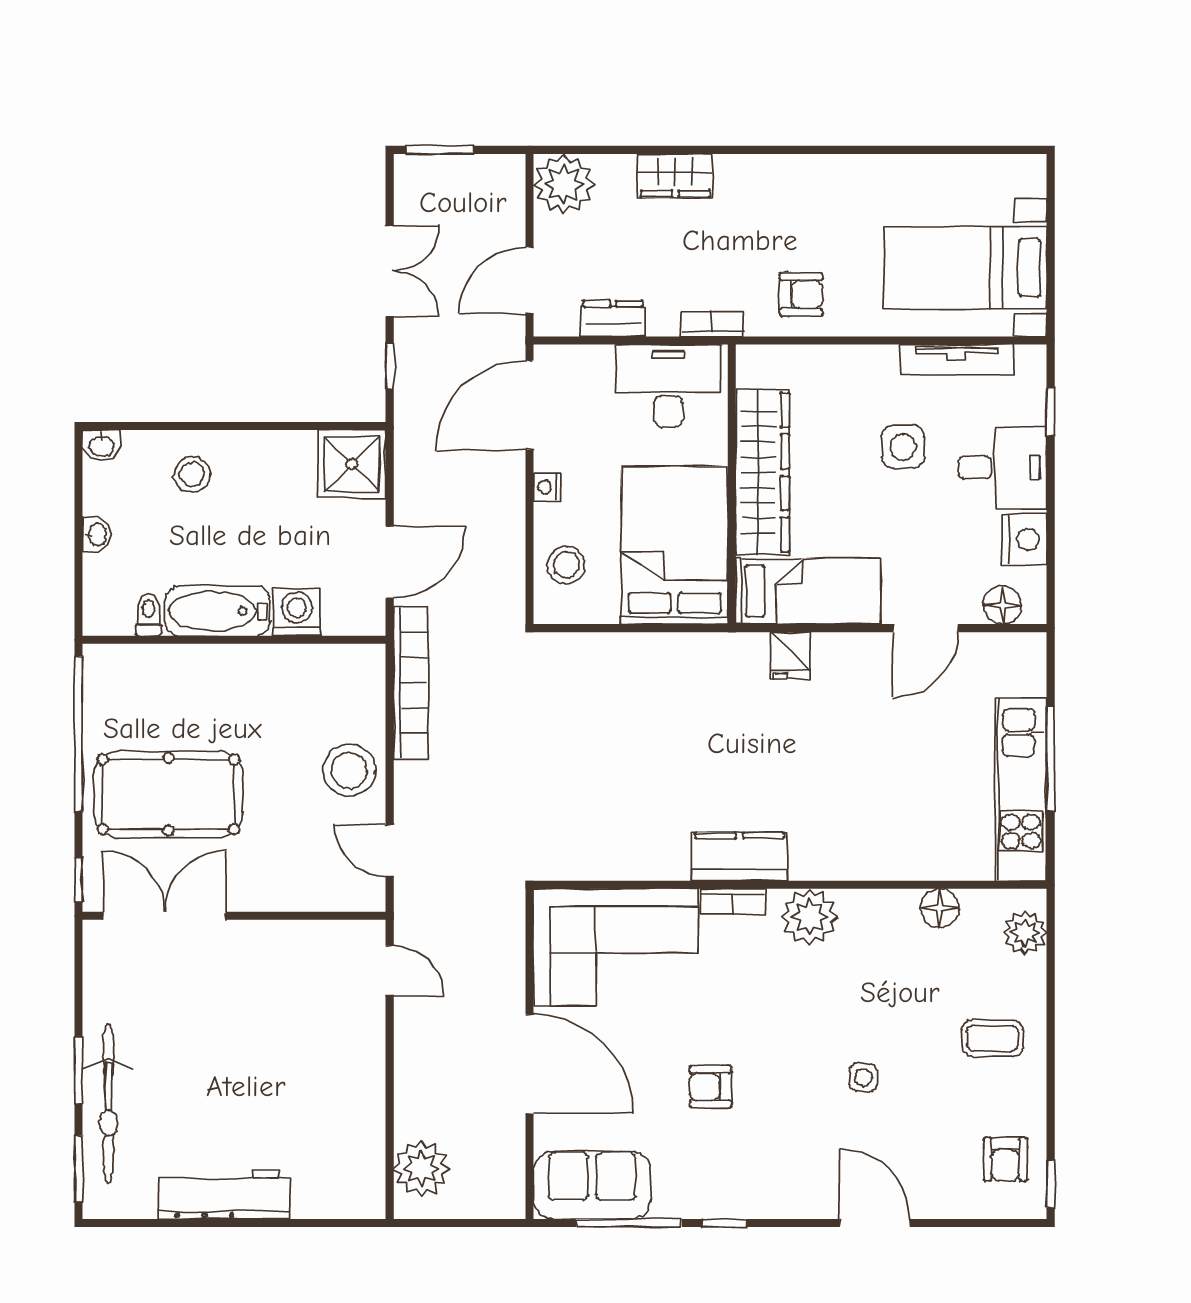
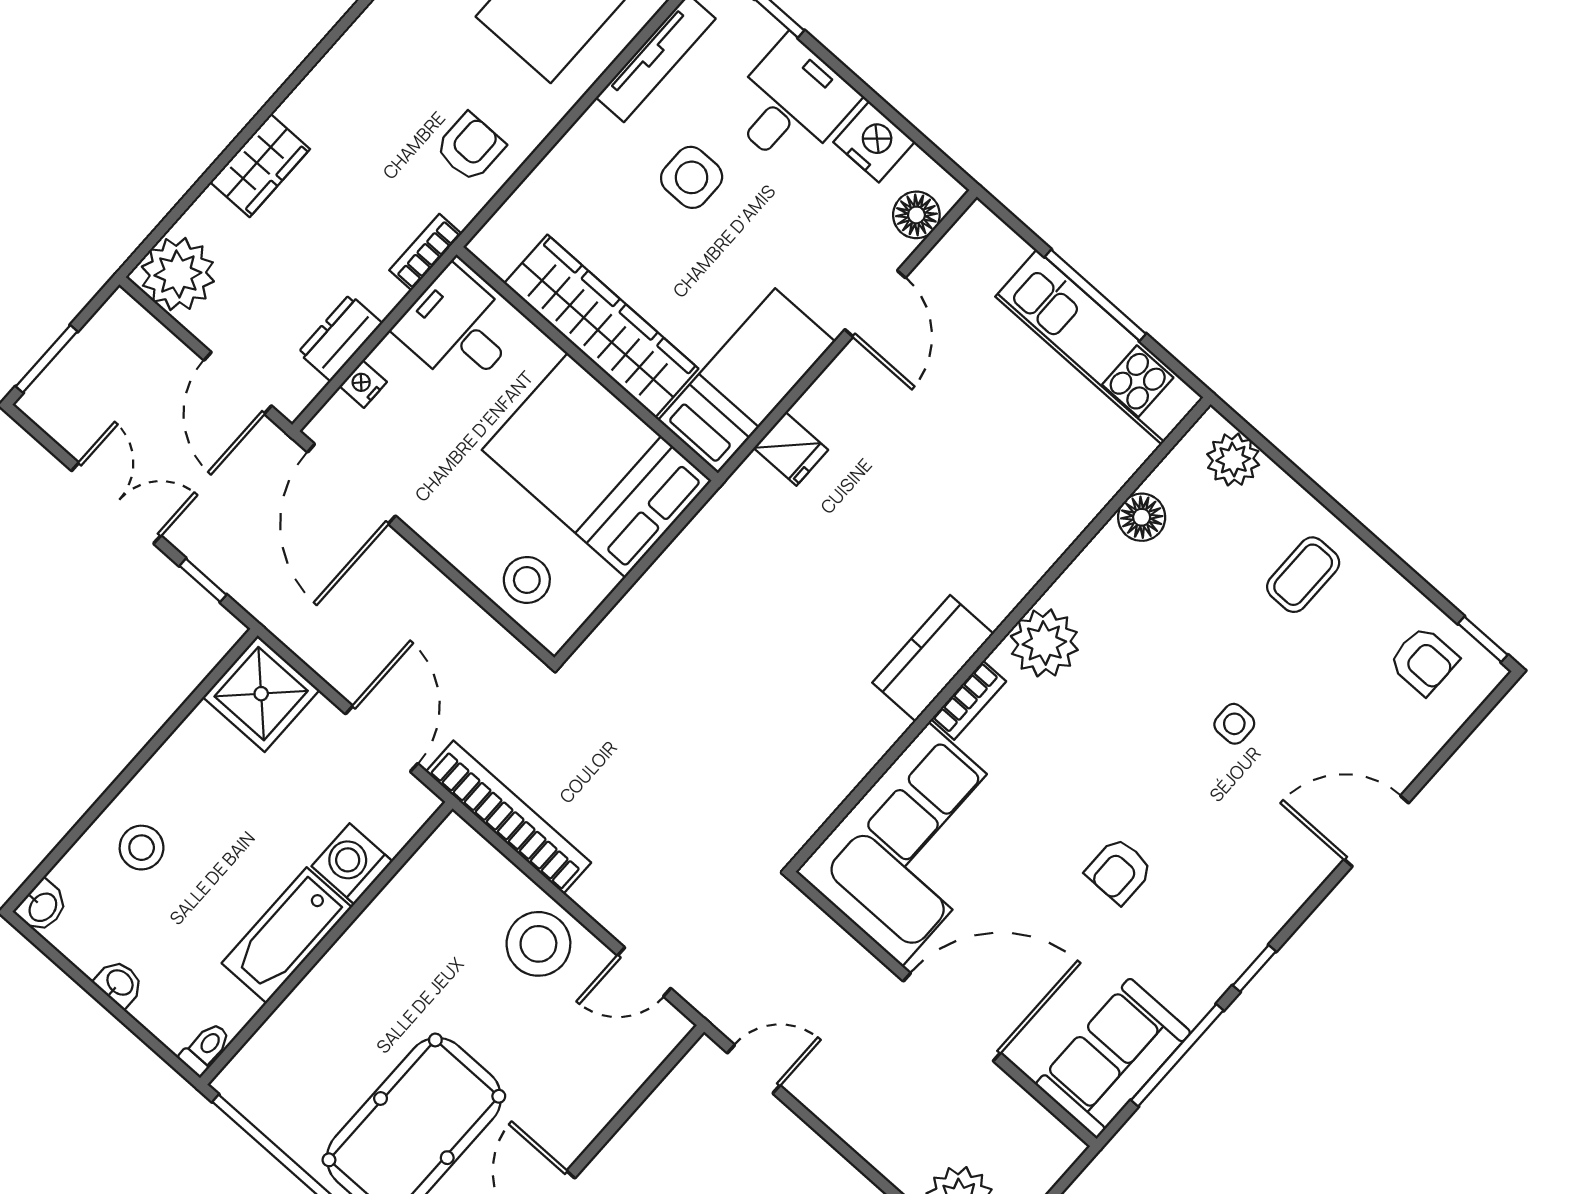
desk: (668, 386) -> (458, 329), width x0.73
nightstand: (547, 487) -> (363, 384), moved, turned 90
toilet: (149, 615) -> (205, 1049), moved, turned 90

